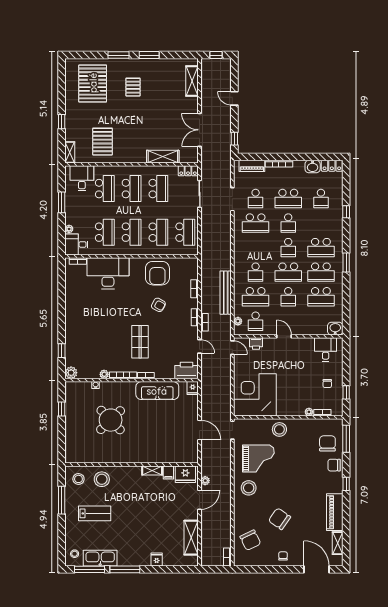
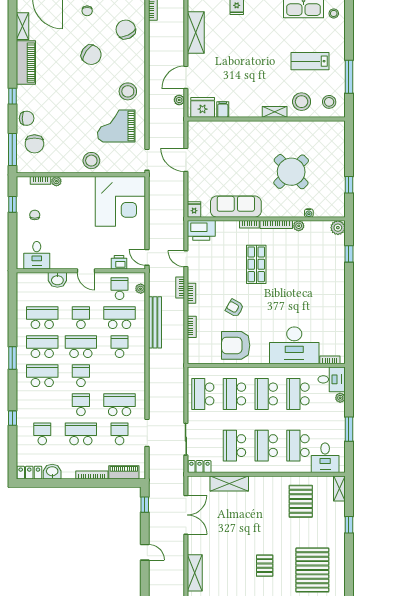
armchair: (157, 273) -> (236, 345), turned -90
washbasin: (335, 329) -> (57, 280), moved
shelving: (152, 470) -> (275, 112), moved

